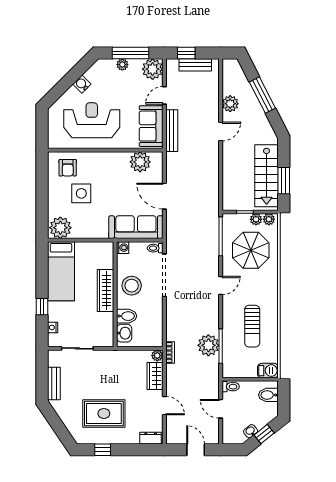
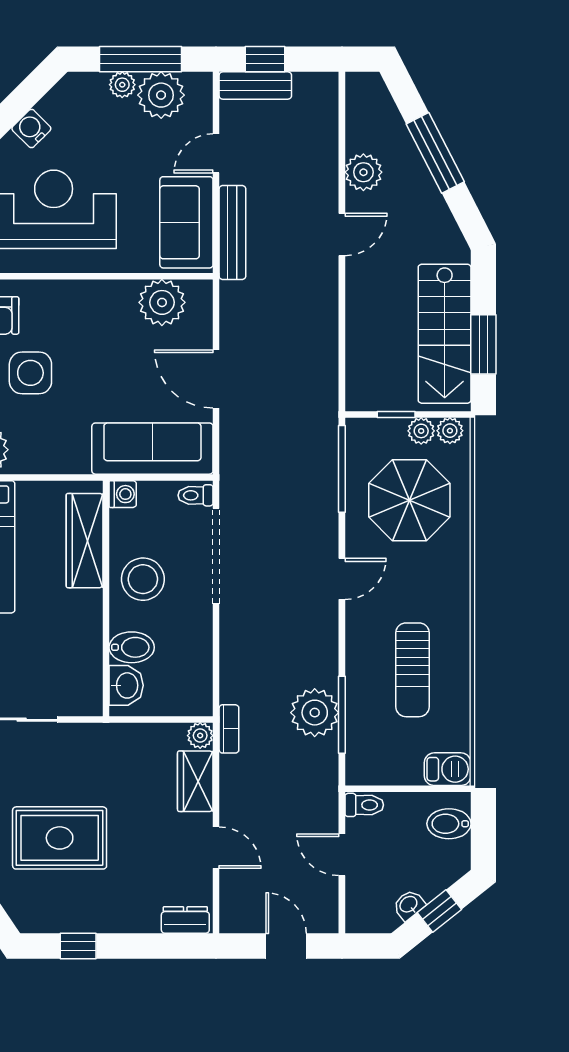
bench: (195, 65) -> (255, 86), moved
plant: (153, 69) -> (161, 95), moved
wardrobe: (106, 291) -> (85, 541), moved
rug: (104, 413) -> (60, 838), moved

